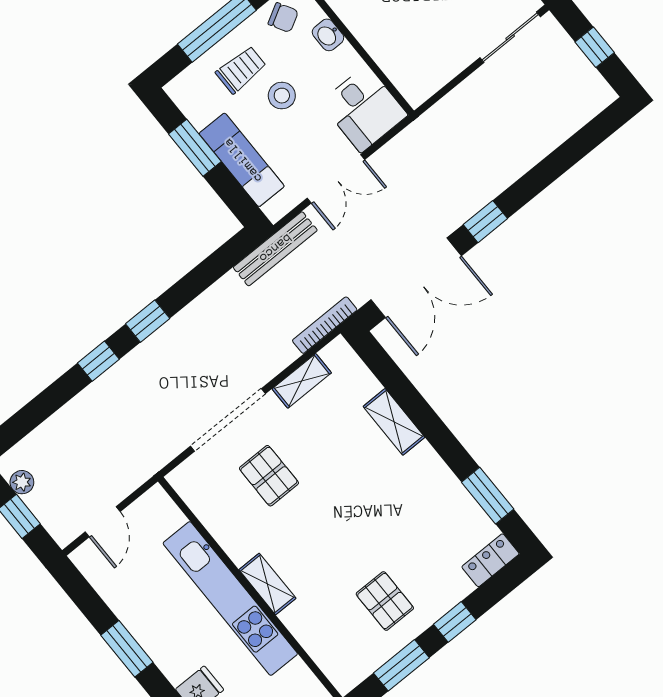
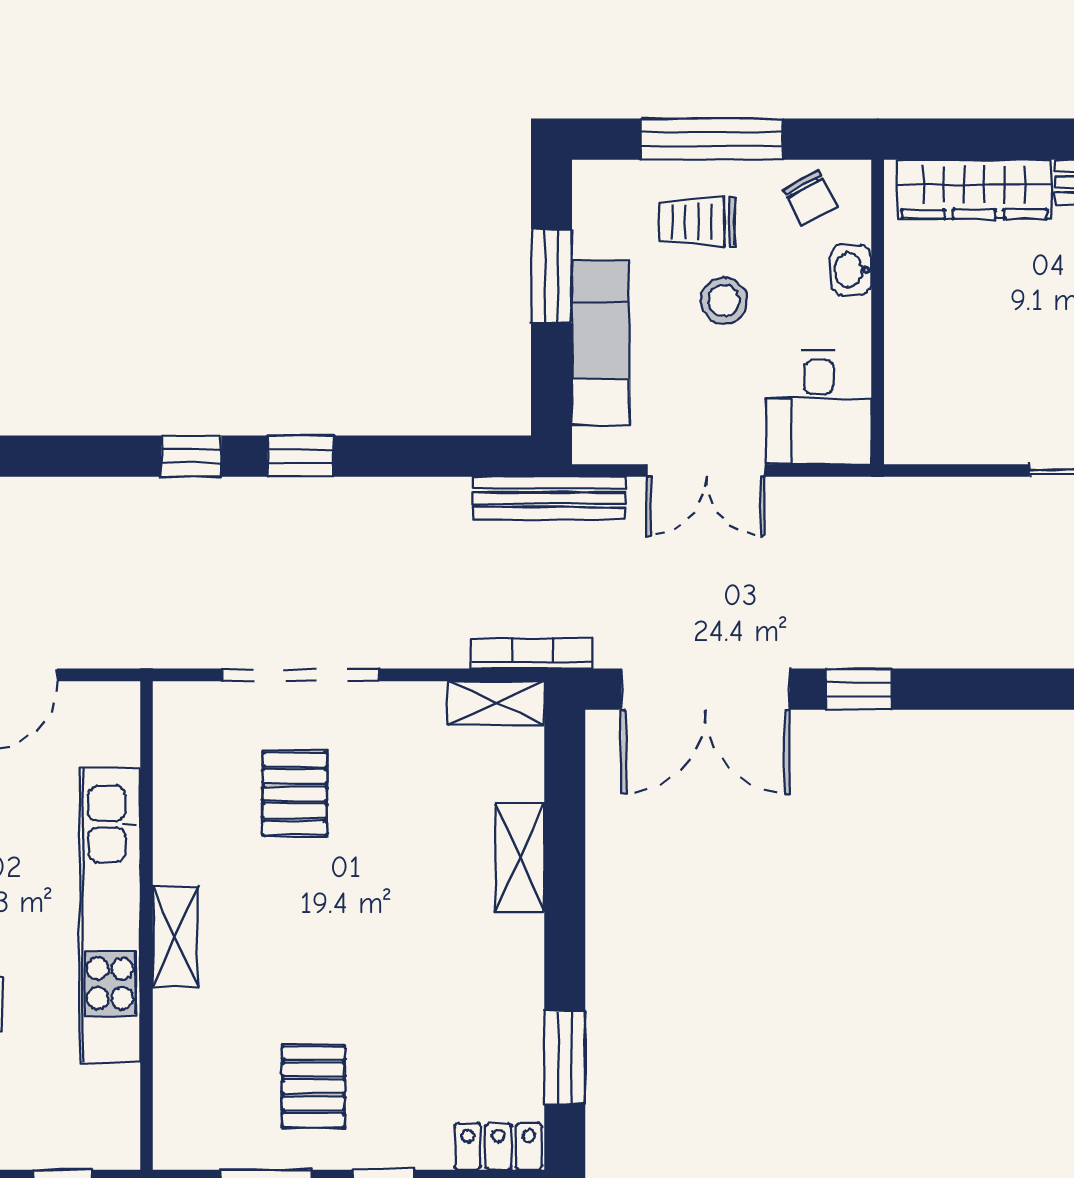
trolley: (241, 70) -> (697, 222), turned 180
shelving: (302, 381) -> (496, 703), moved

